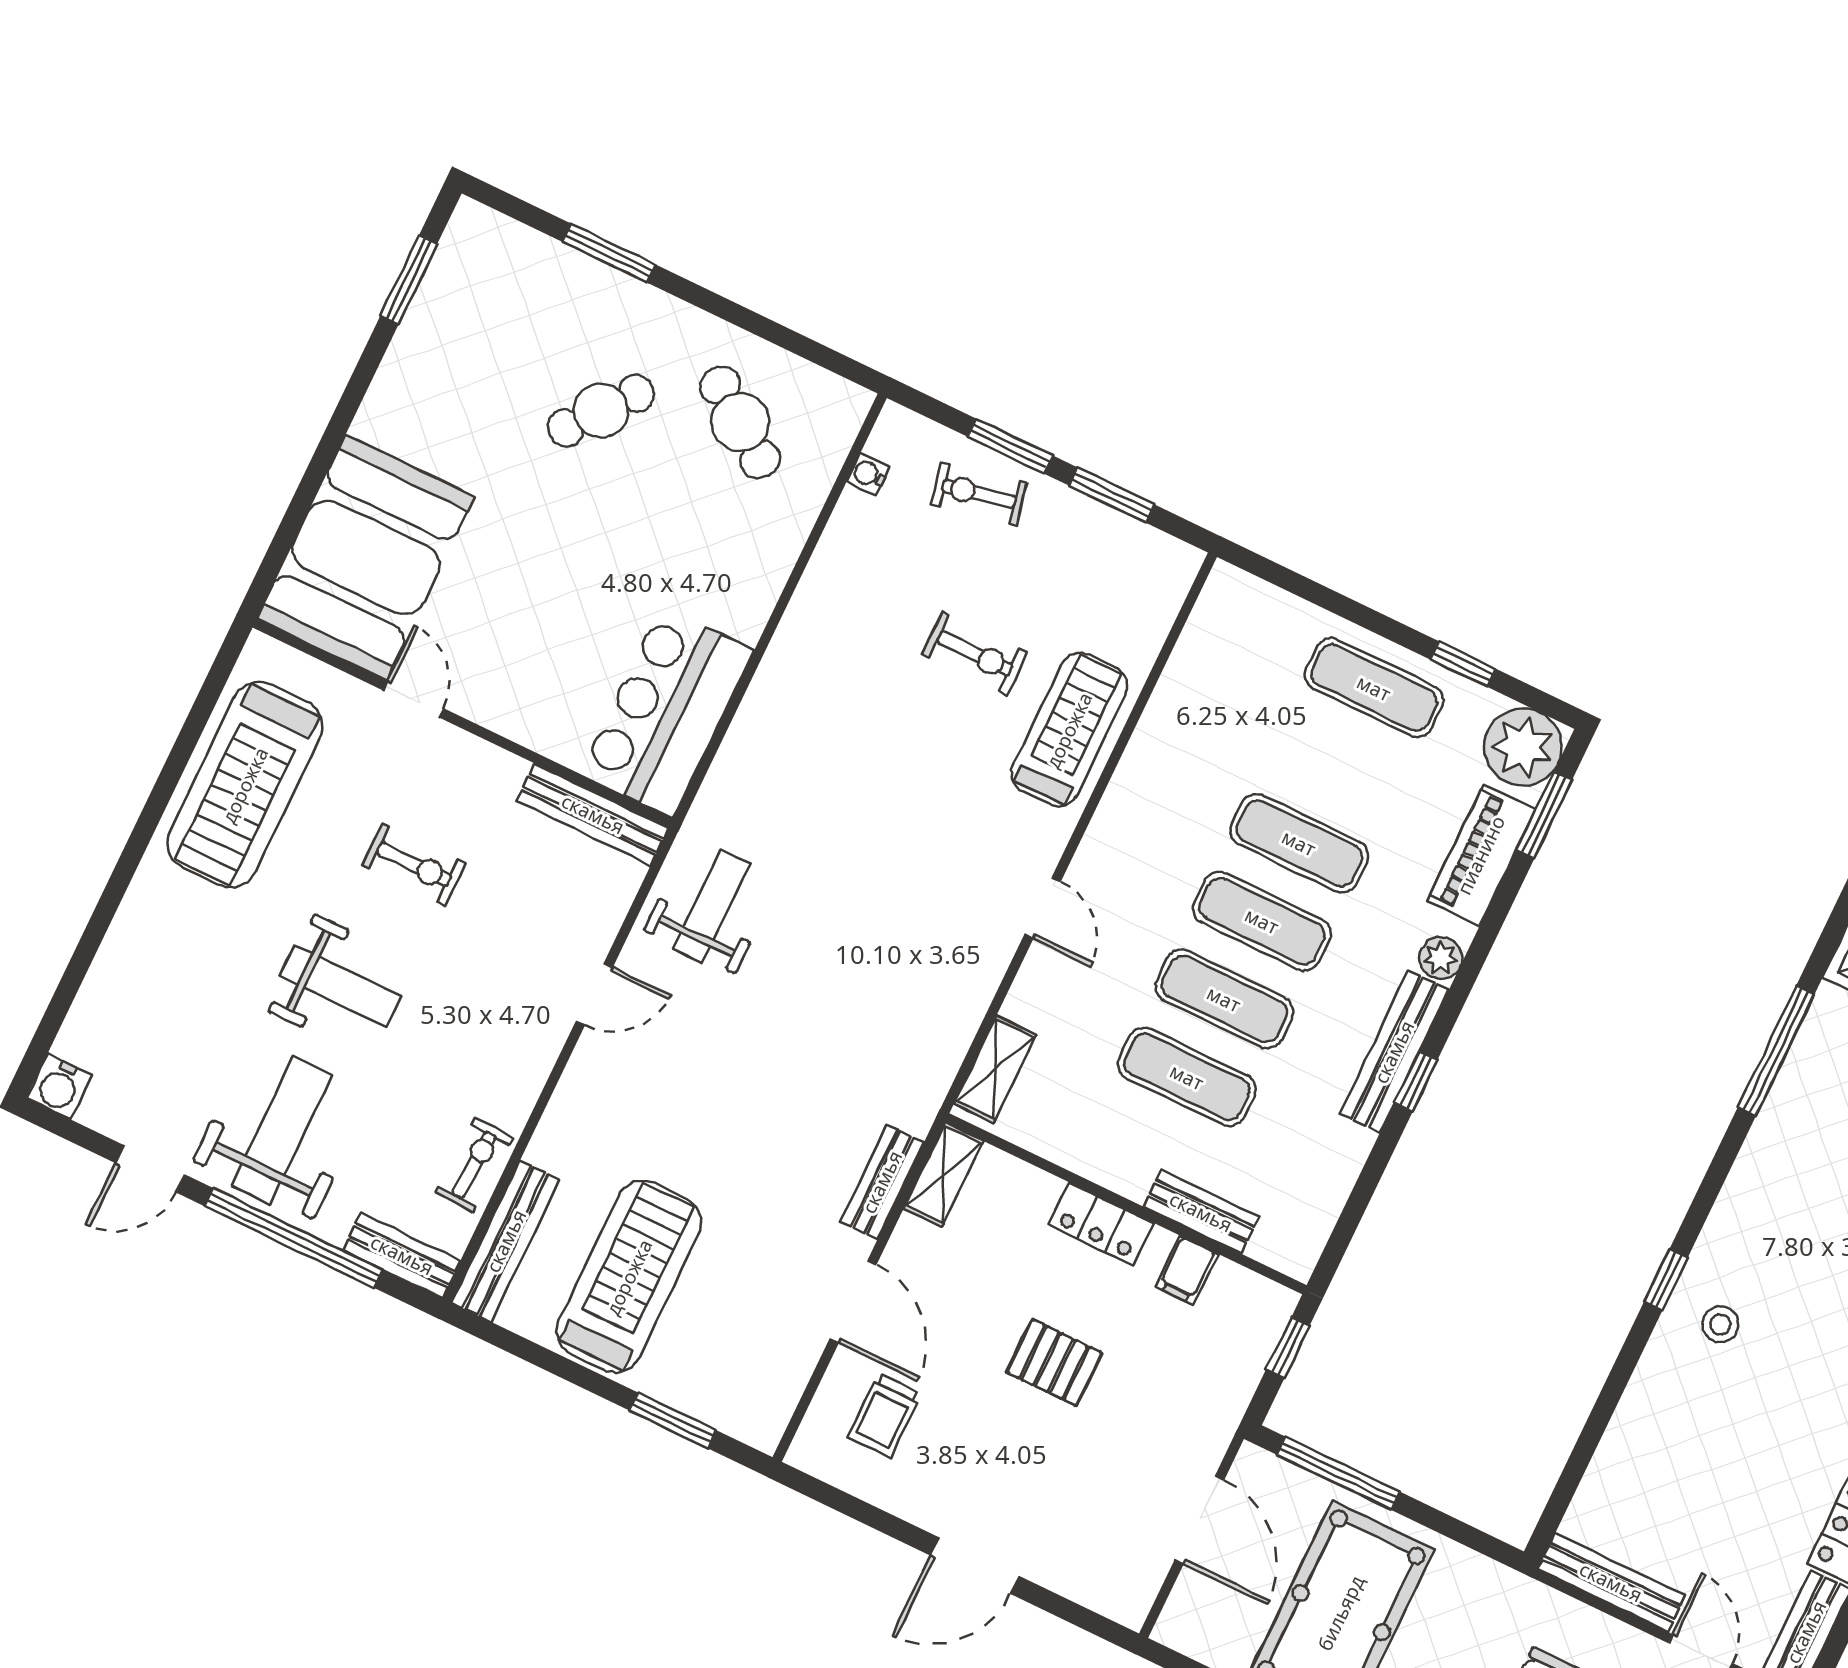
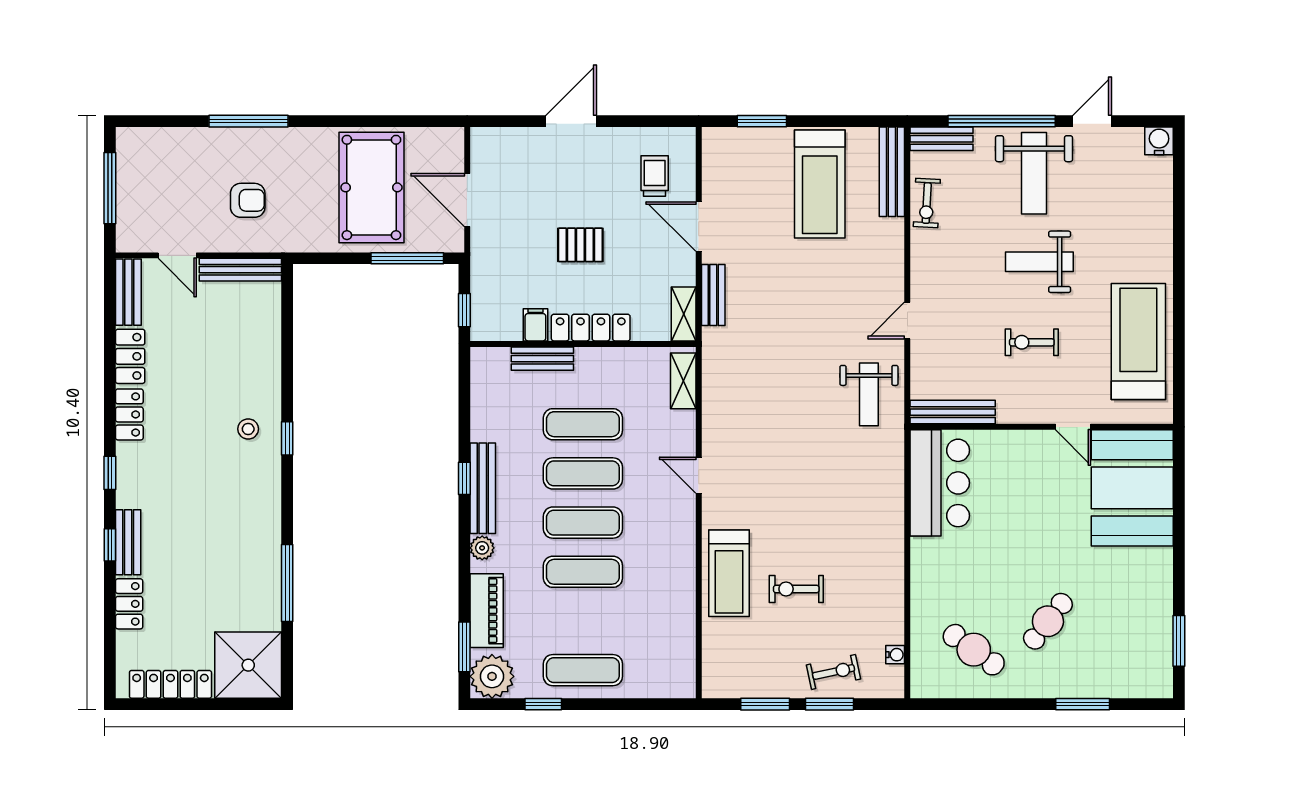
locker: (1101, 1224) -> (591, 328), width x1.53

